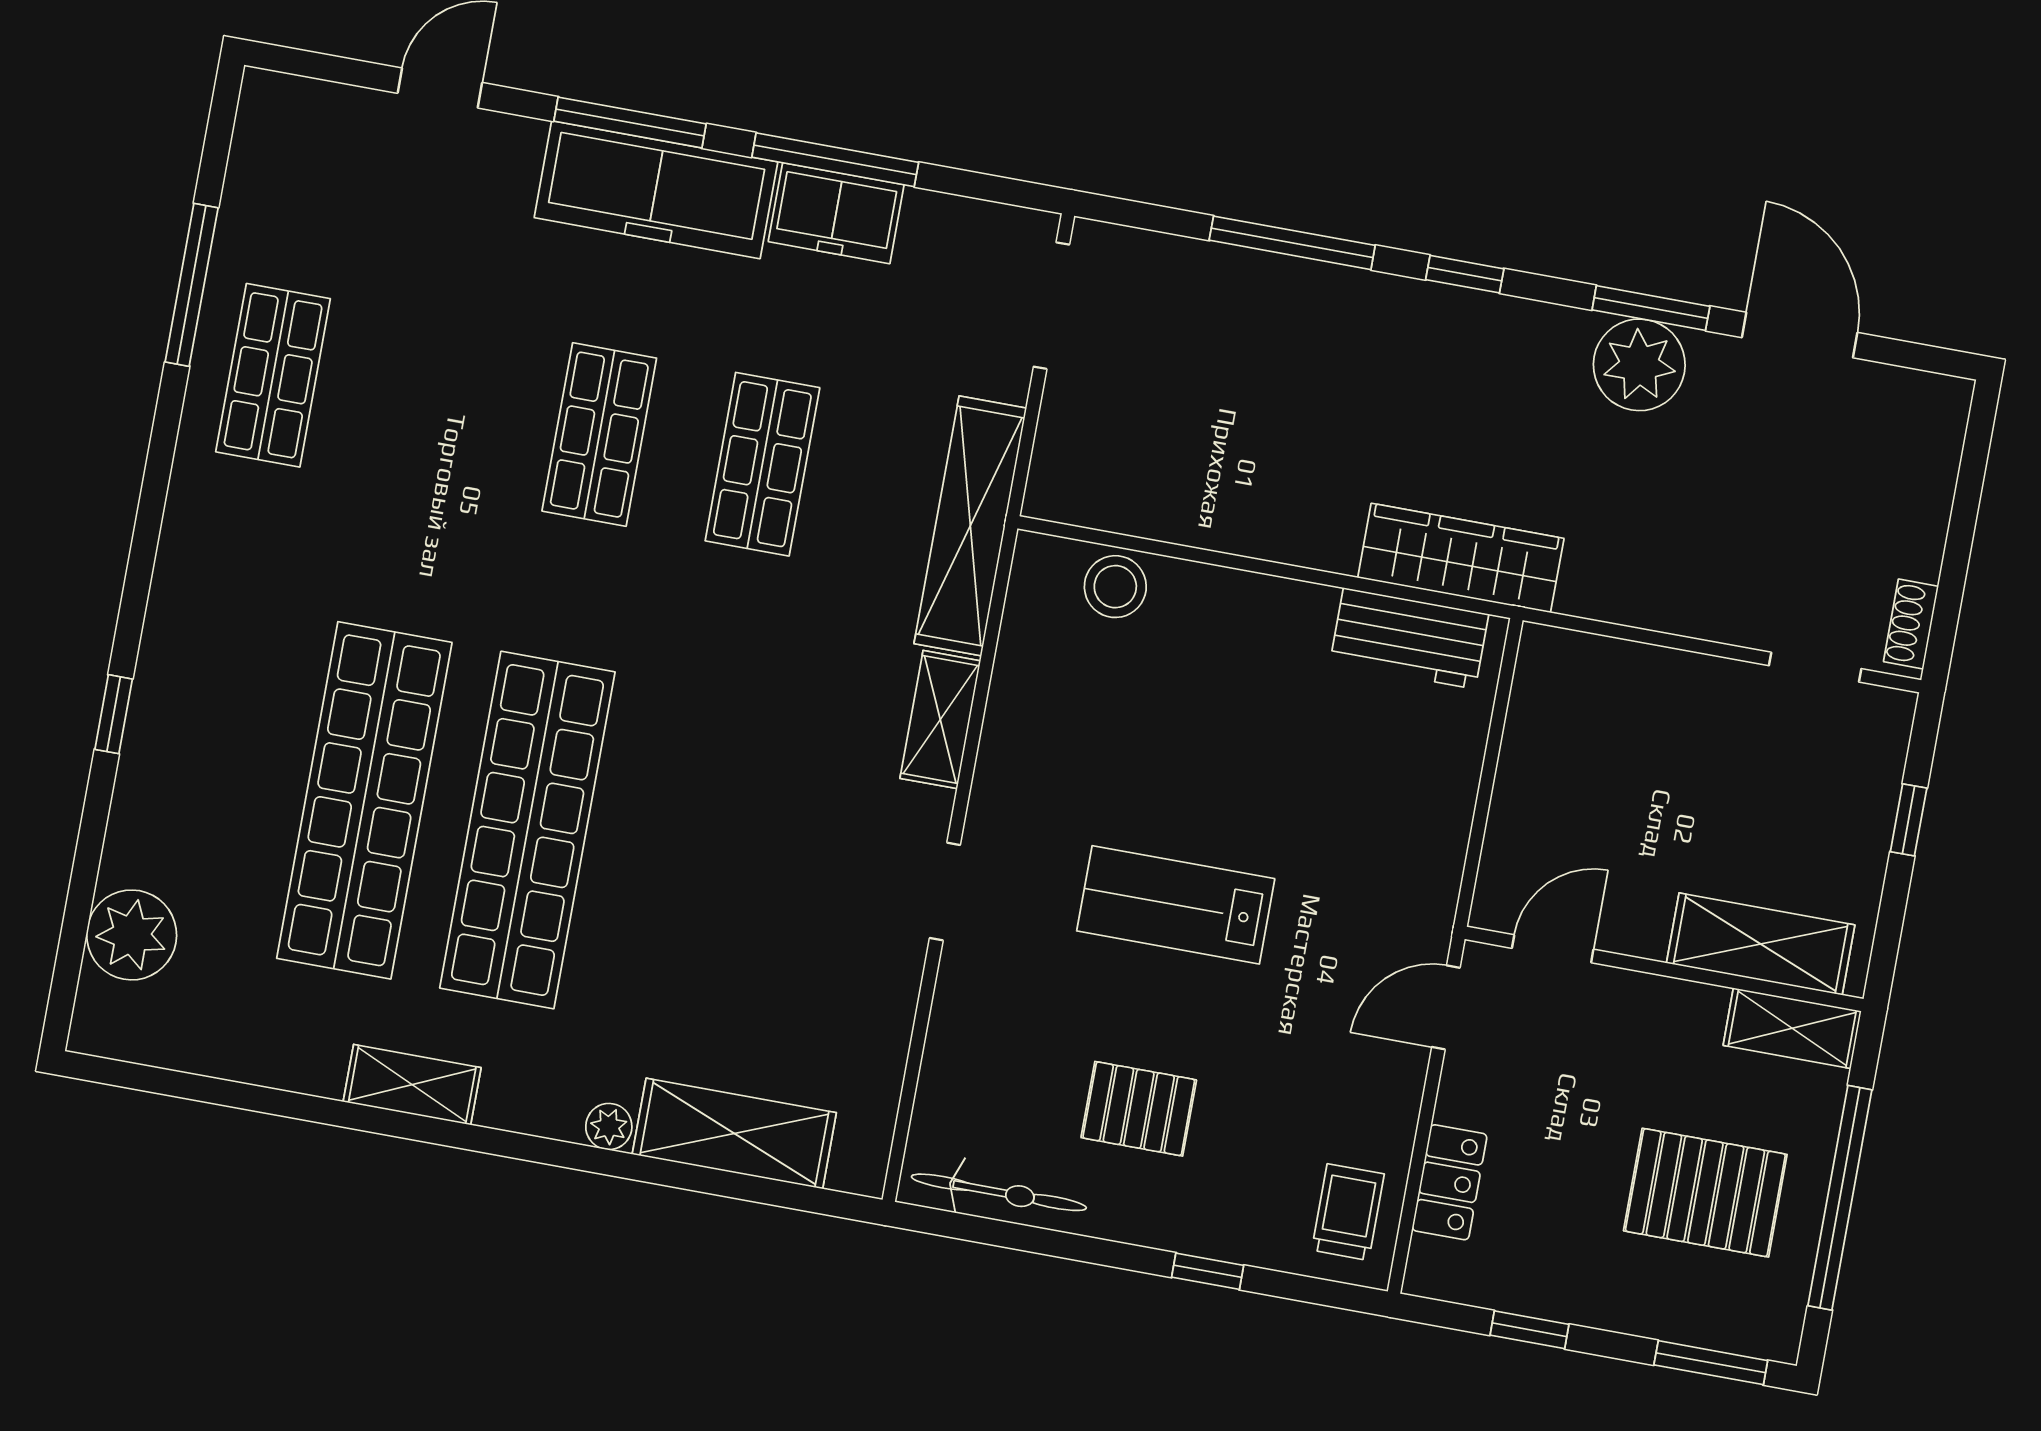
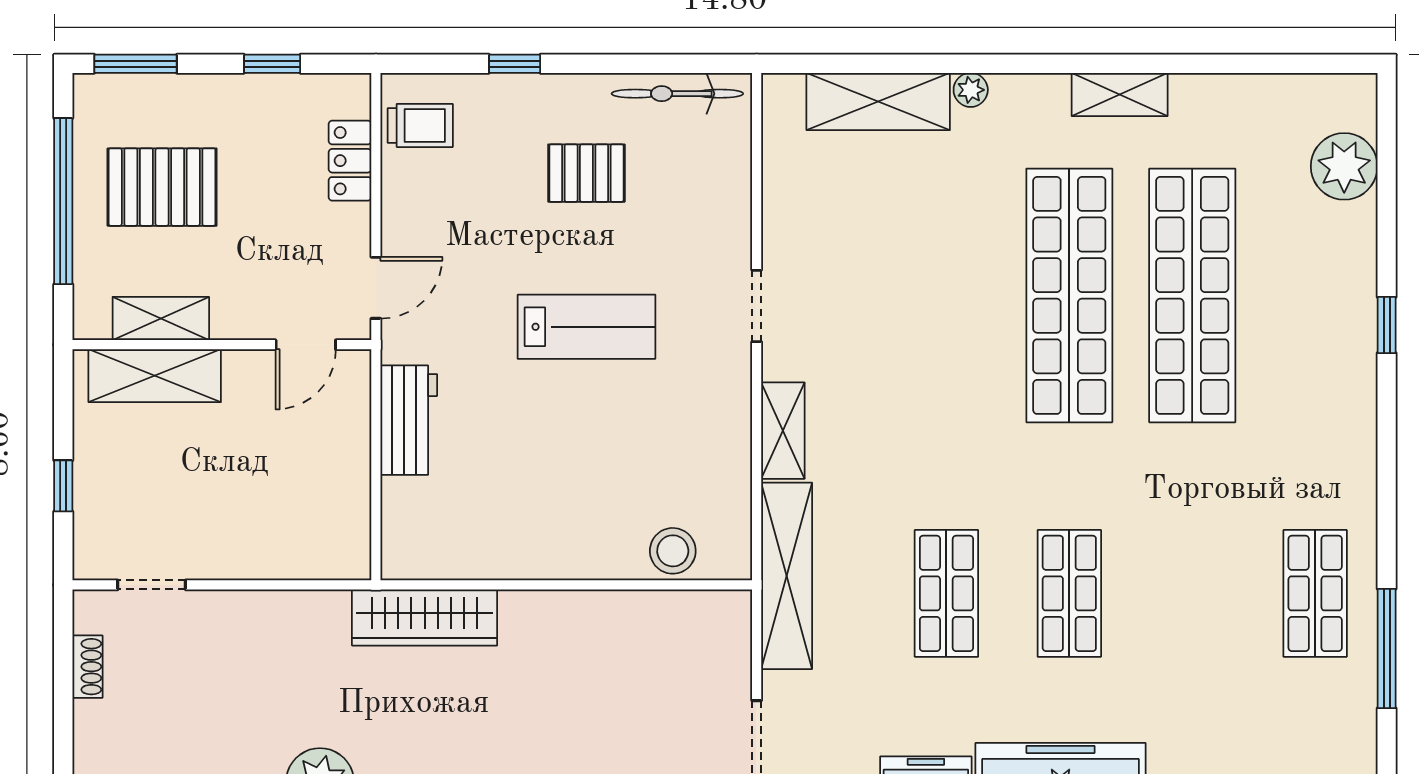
shoe rack: (1911, 624) -> (87, 667), moved
workbench: (1409, 638) -> (409, 420), moved, turned 90
shelving: (1792, 1028) -> (161, 318), moved
trolley: (1348, 1212) -> (420, 125), turned -90

